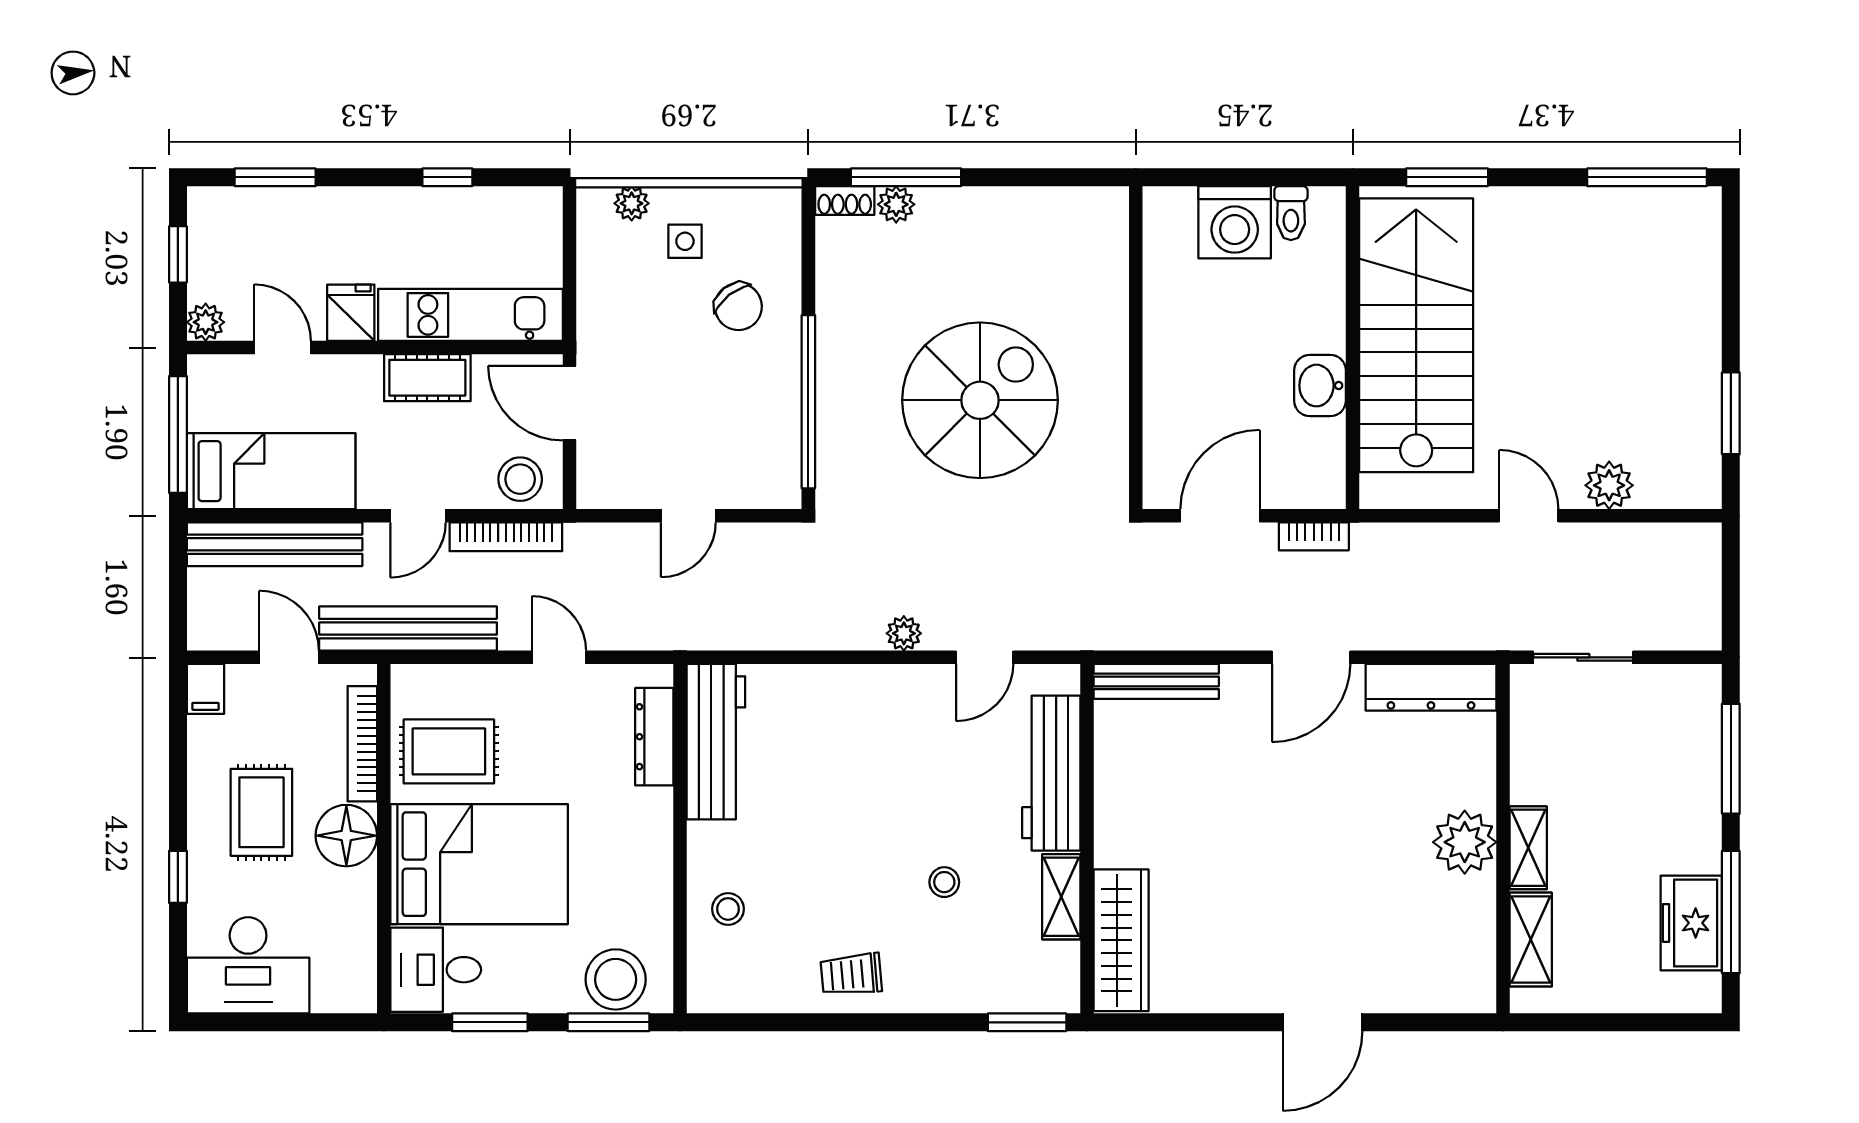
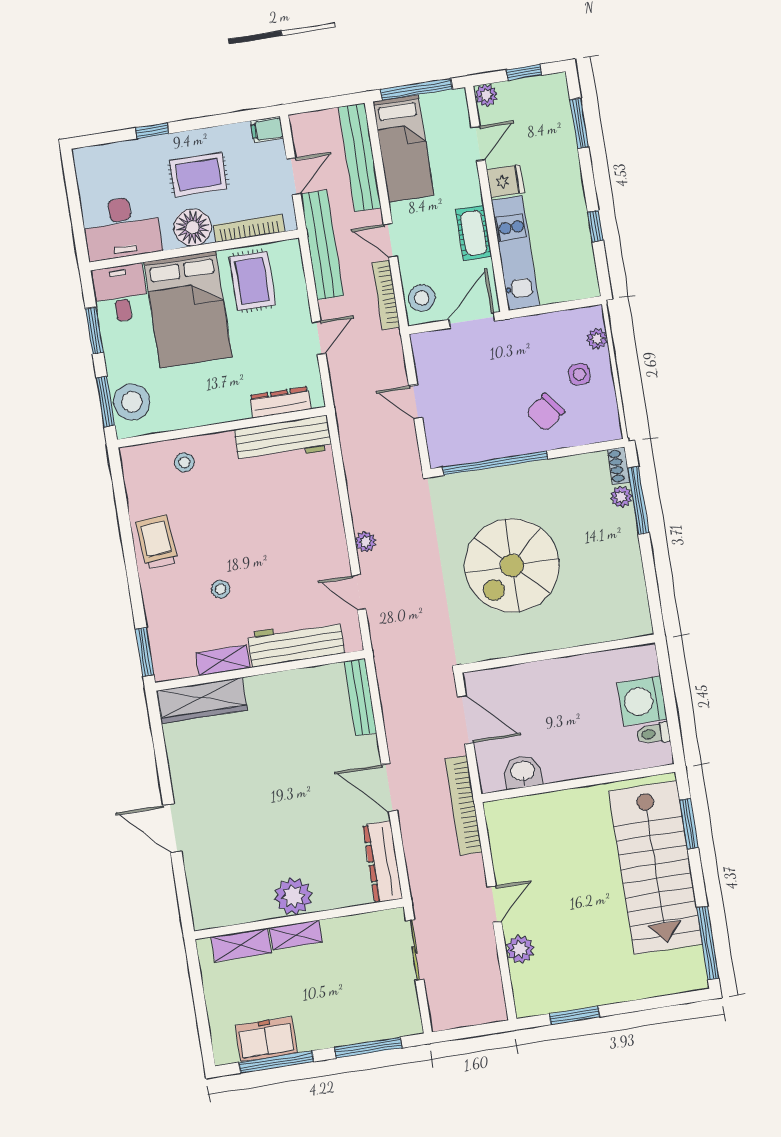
stairs: (1416, 335) -> (655, 867), moved, turned 90
washbasin: (1320, 386) -> (523, 772), moved
spiral stairs: (980, 400) -> (512, 565), turned 90
bookcase: (1314, 536) -> (464, 805), width x2.31, depth x1.31
desk: (248, 965) -> (122, 228), moved, turned -90
trolley: (851, 974) -> (157, 542), width x1.36, depth x1.39

